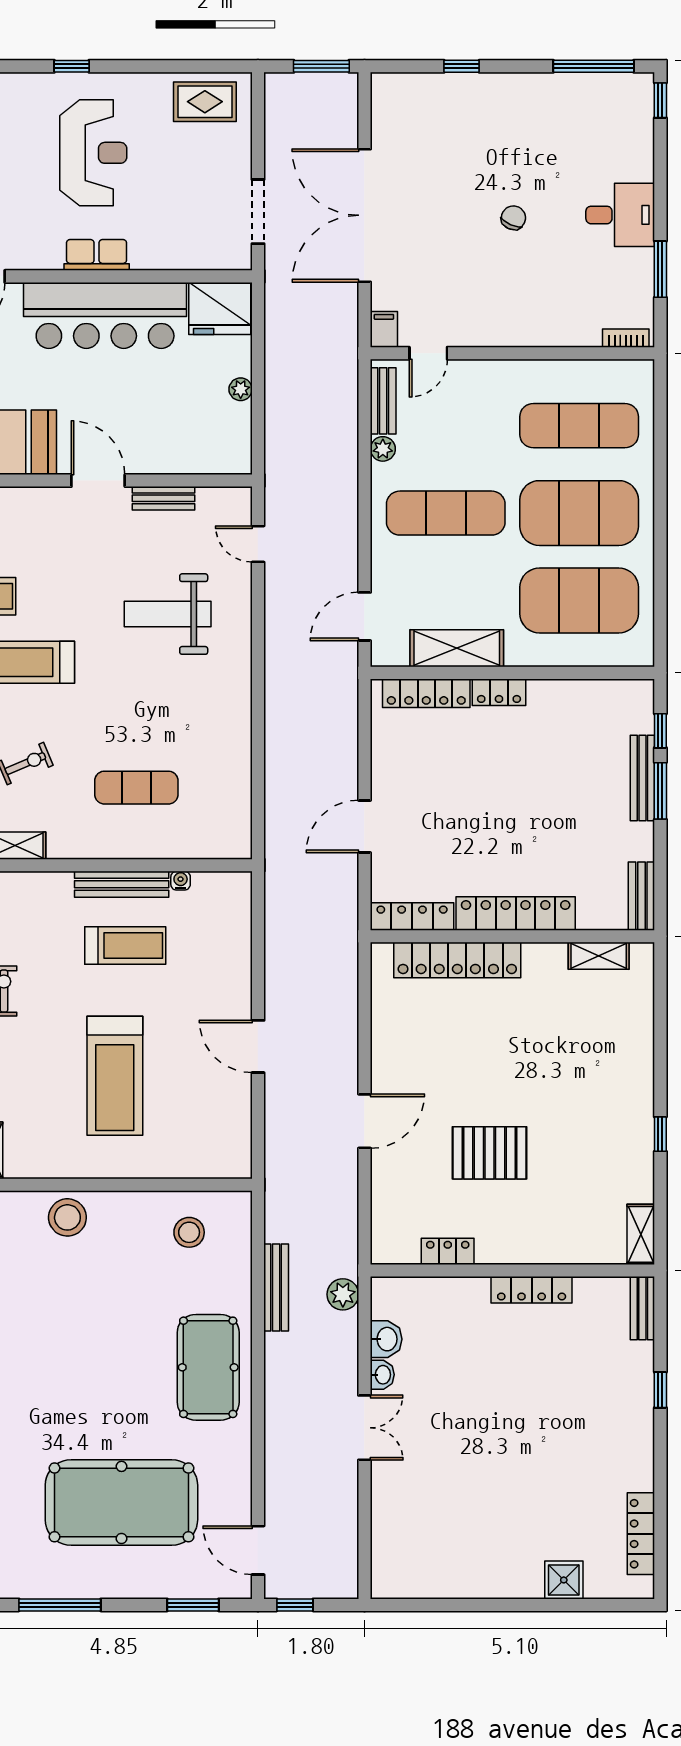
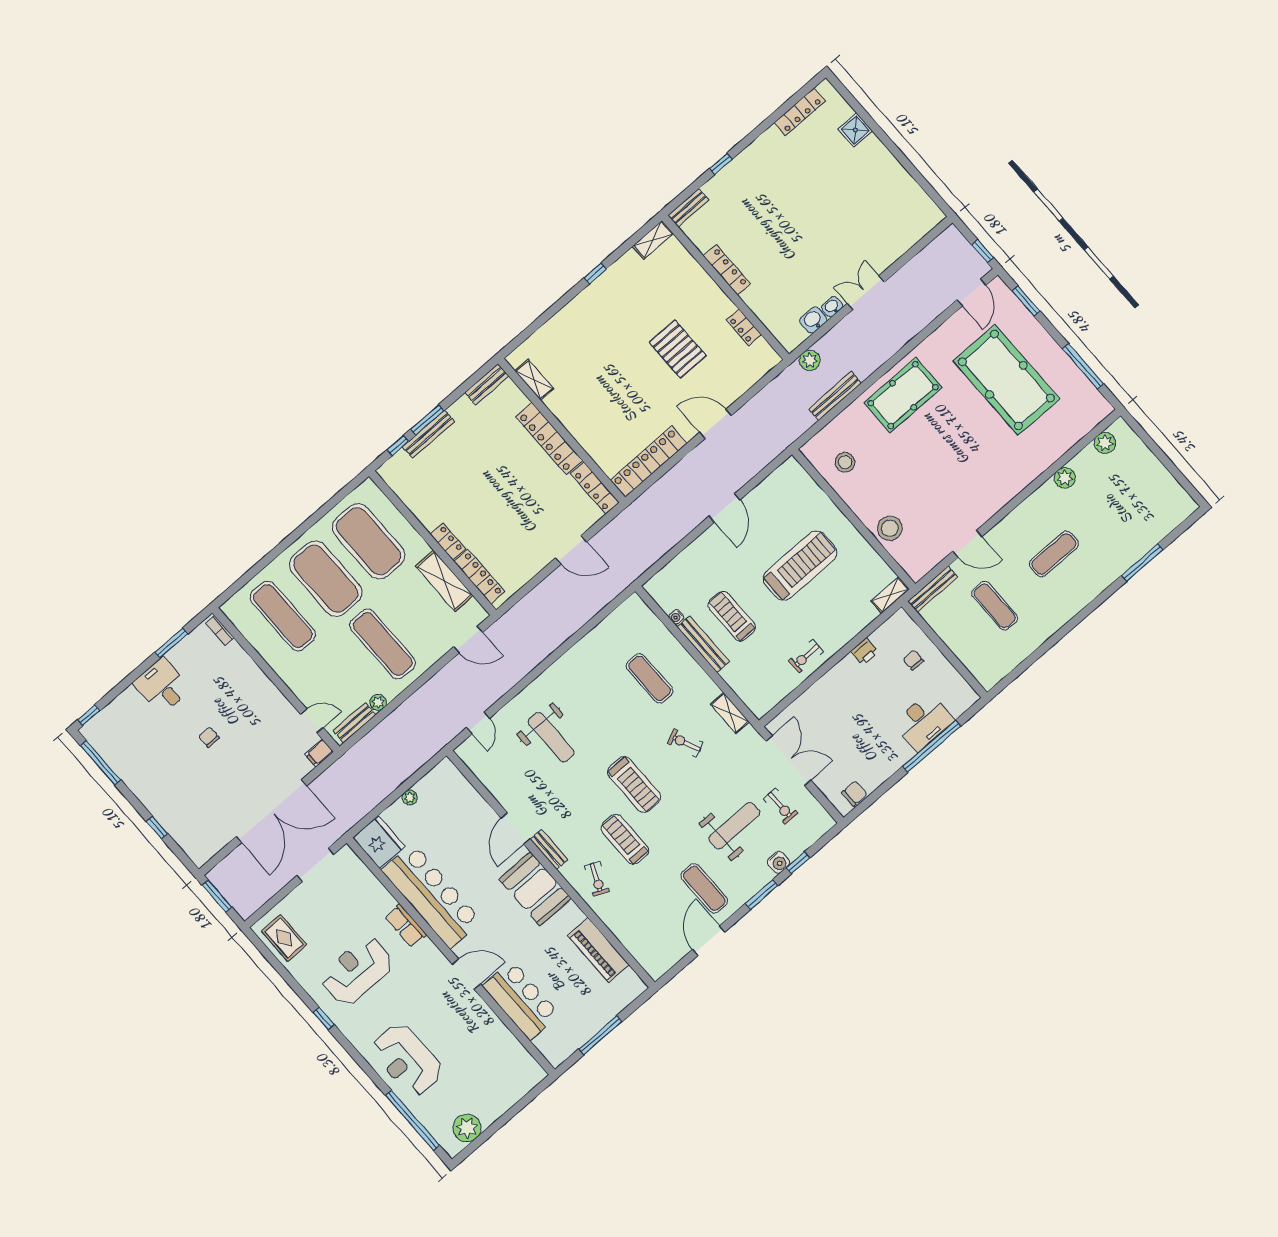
chair: (513, 218) -> (209, 737), turned 66
bench: (163, 498) -> (549, 849), moved
locker: (457, 960) -> (649, 462), moved, turned -90

